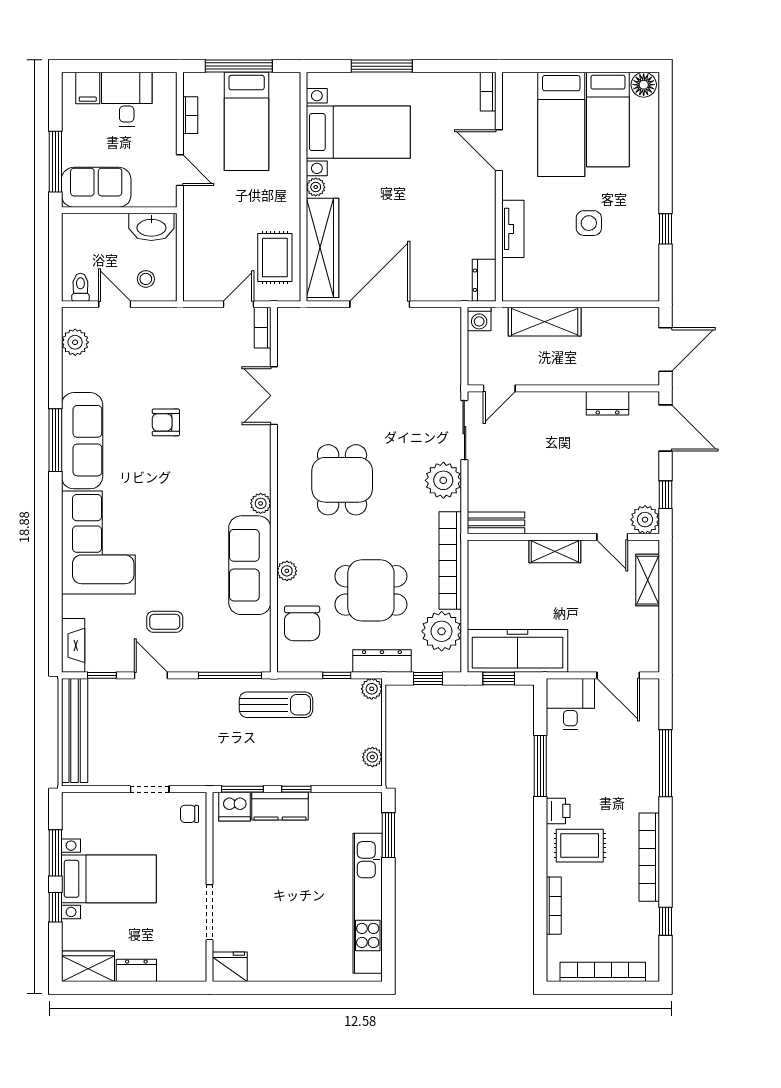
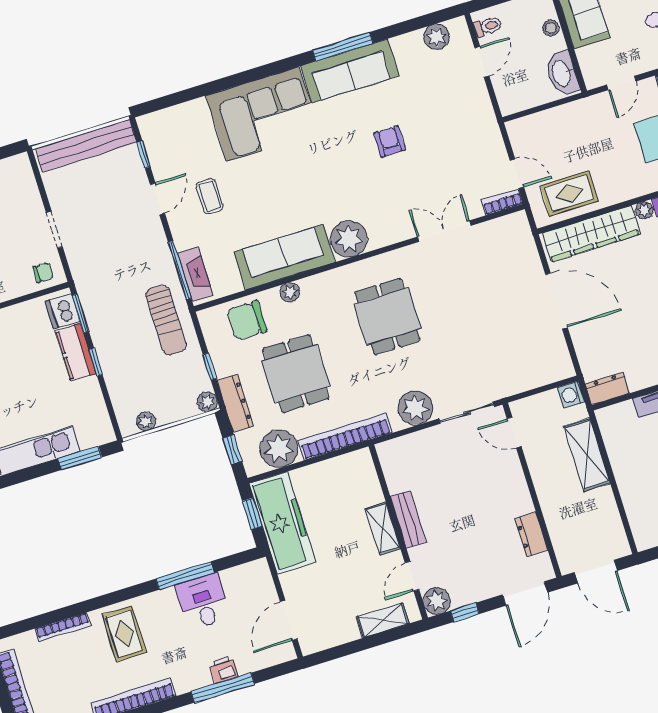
stool: (146, 279) -> (551, 28), moved
dining table: (342, 480) -> (387, 316), turned 90
plant: (261, 503) -> (349, 239), width x1.87, depth x1.87
bench: (496, 523) -> (408, 520), moved
fireplace: (73, 645) -> (195, 274), moved, turned -90
desk: (570, 704) -> (203, 602), moved, turned -90
printer: (558, 811) -> (223, 670), moved, turned 180
chair: (189, 814) -> (43, 273), turned 90

